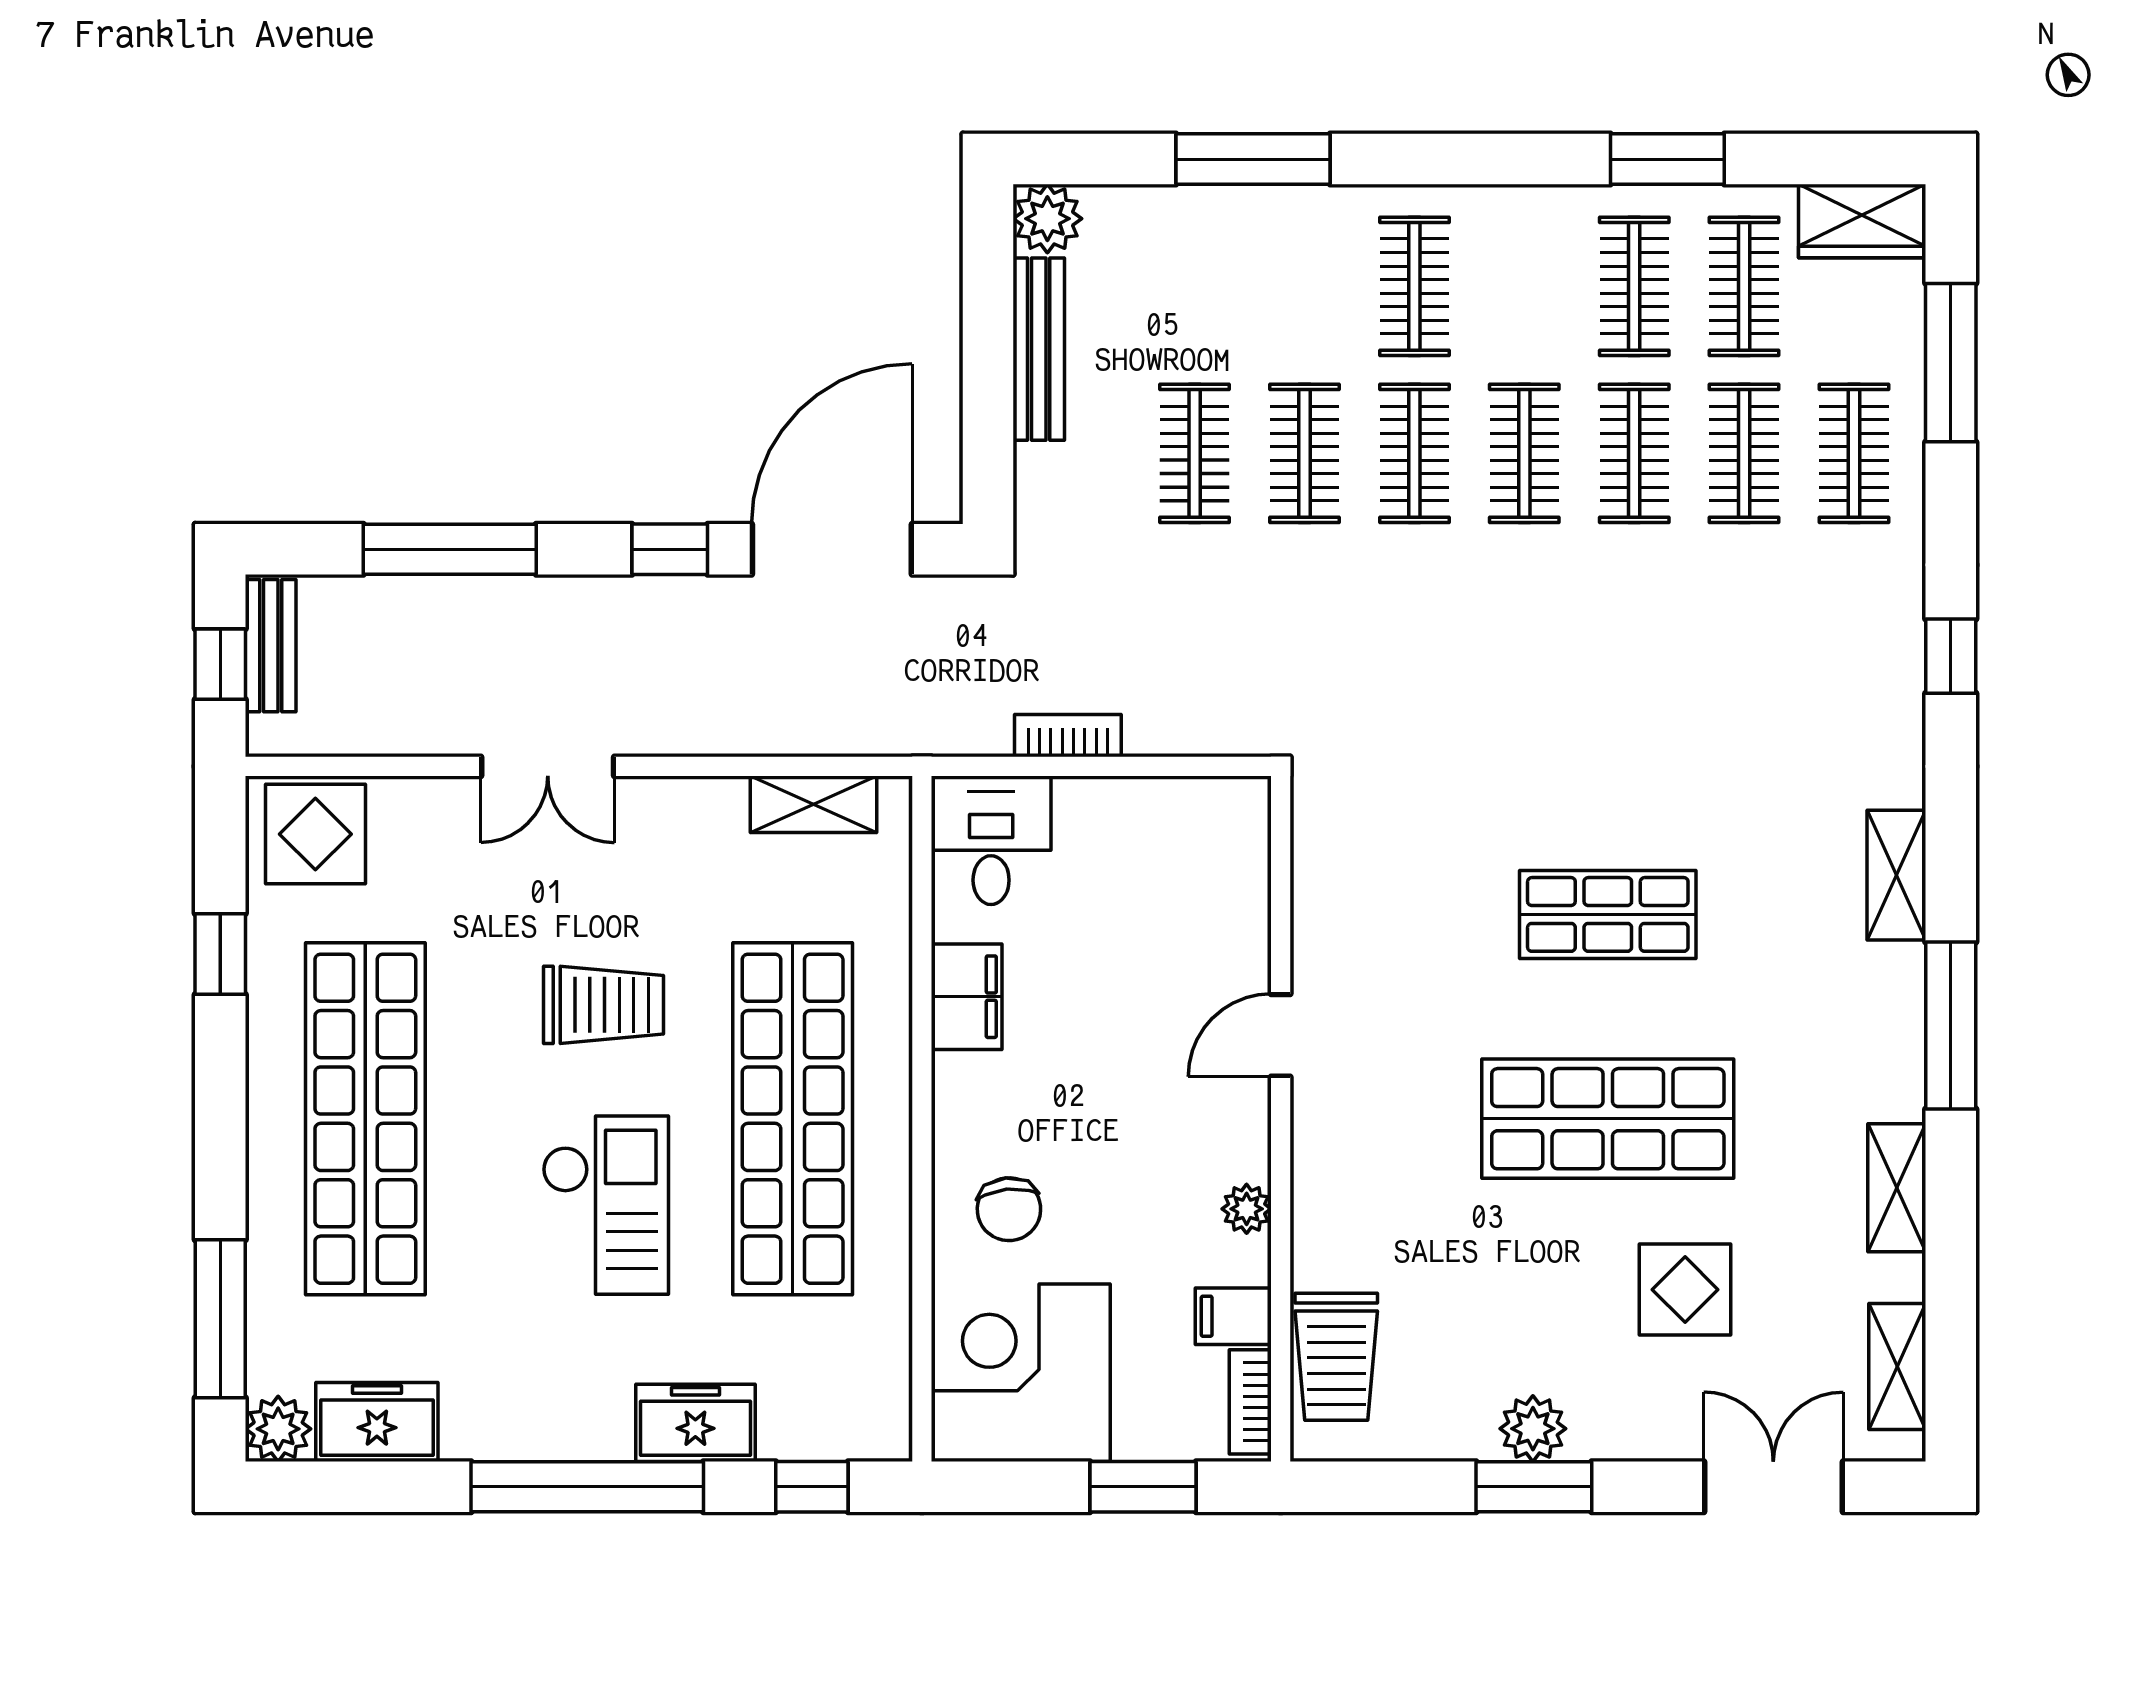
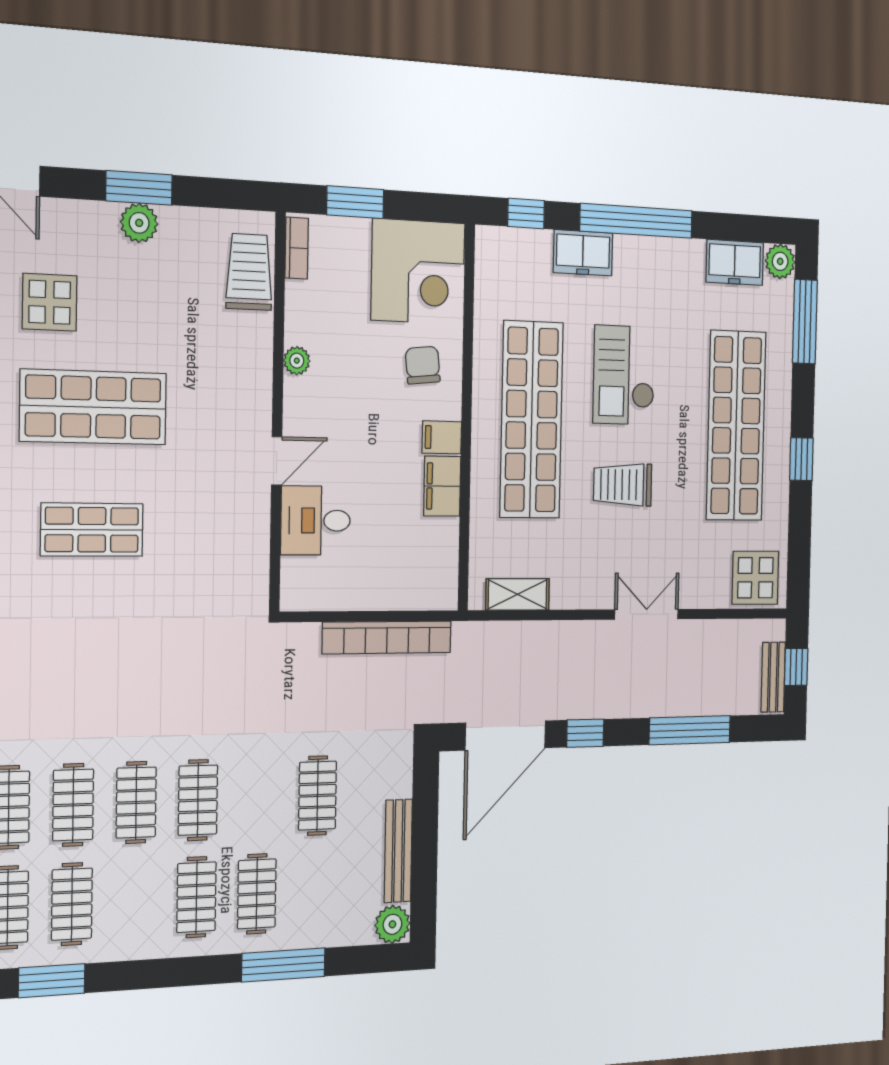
clothes rail: (1305, 453) -> (257, 894), moved
bookcase: (1068, 736) -> (387, 637), width x2.31, depth x1.31
desk: (991, 840) -> (316, 521), moved, turned 90
window: (220, 954) -> (801, 459), moved
filing cabinet: (1233, 1316) -> (442, 437), moved, turned 180

